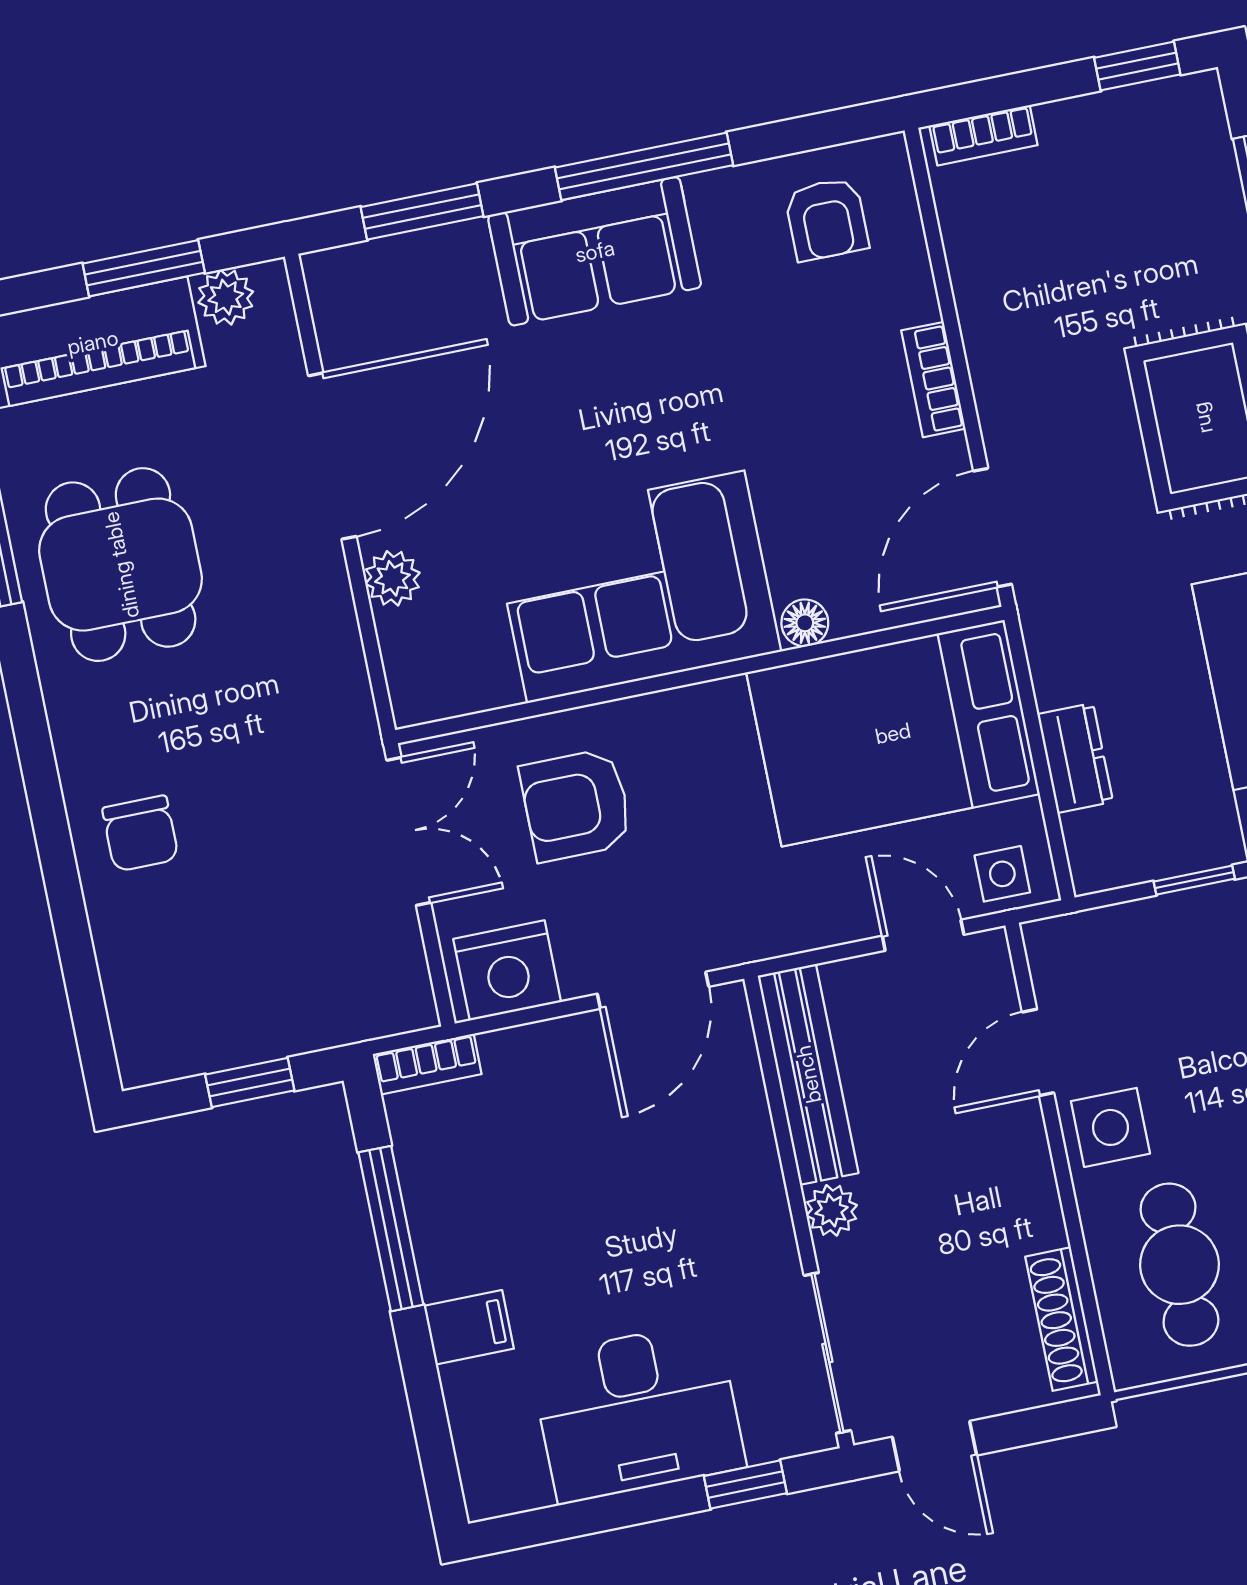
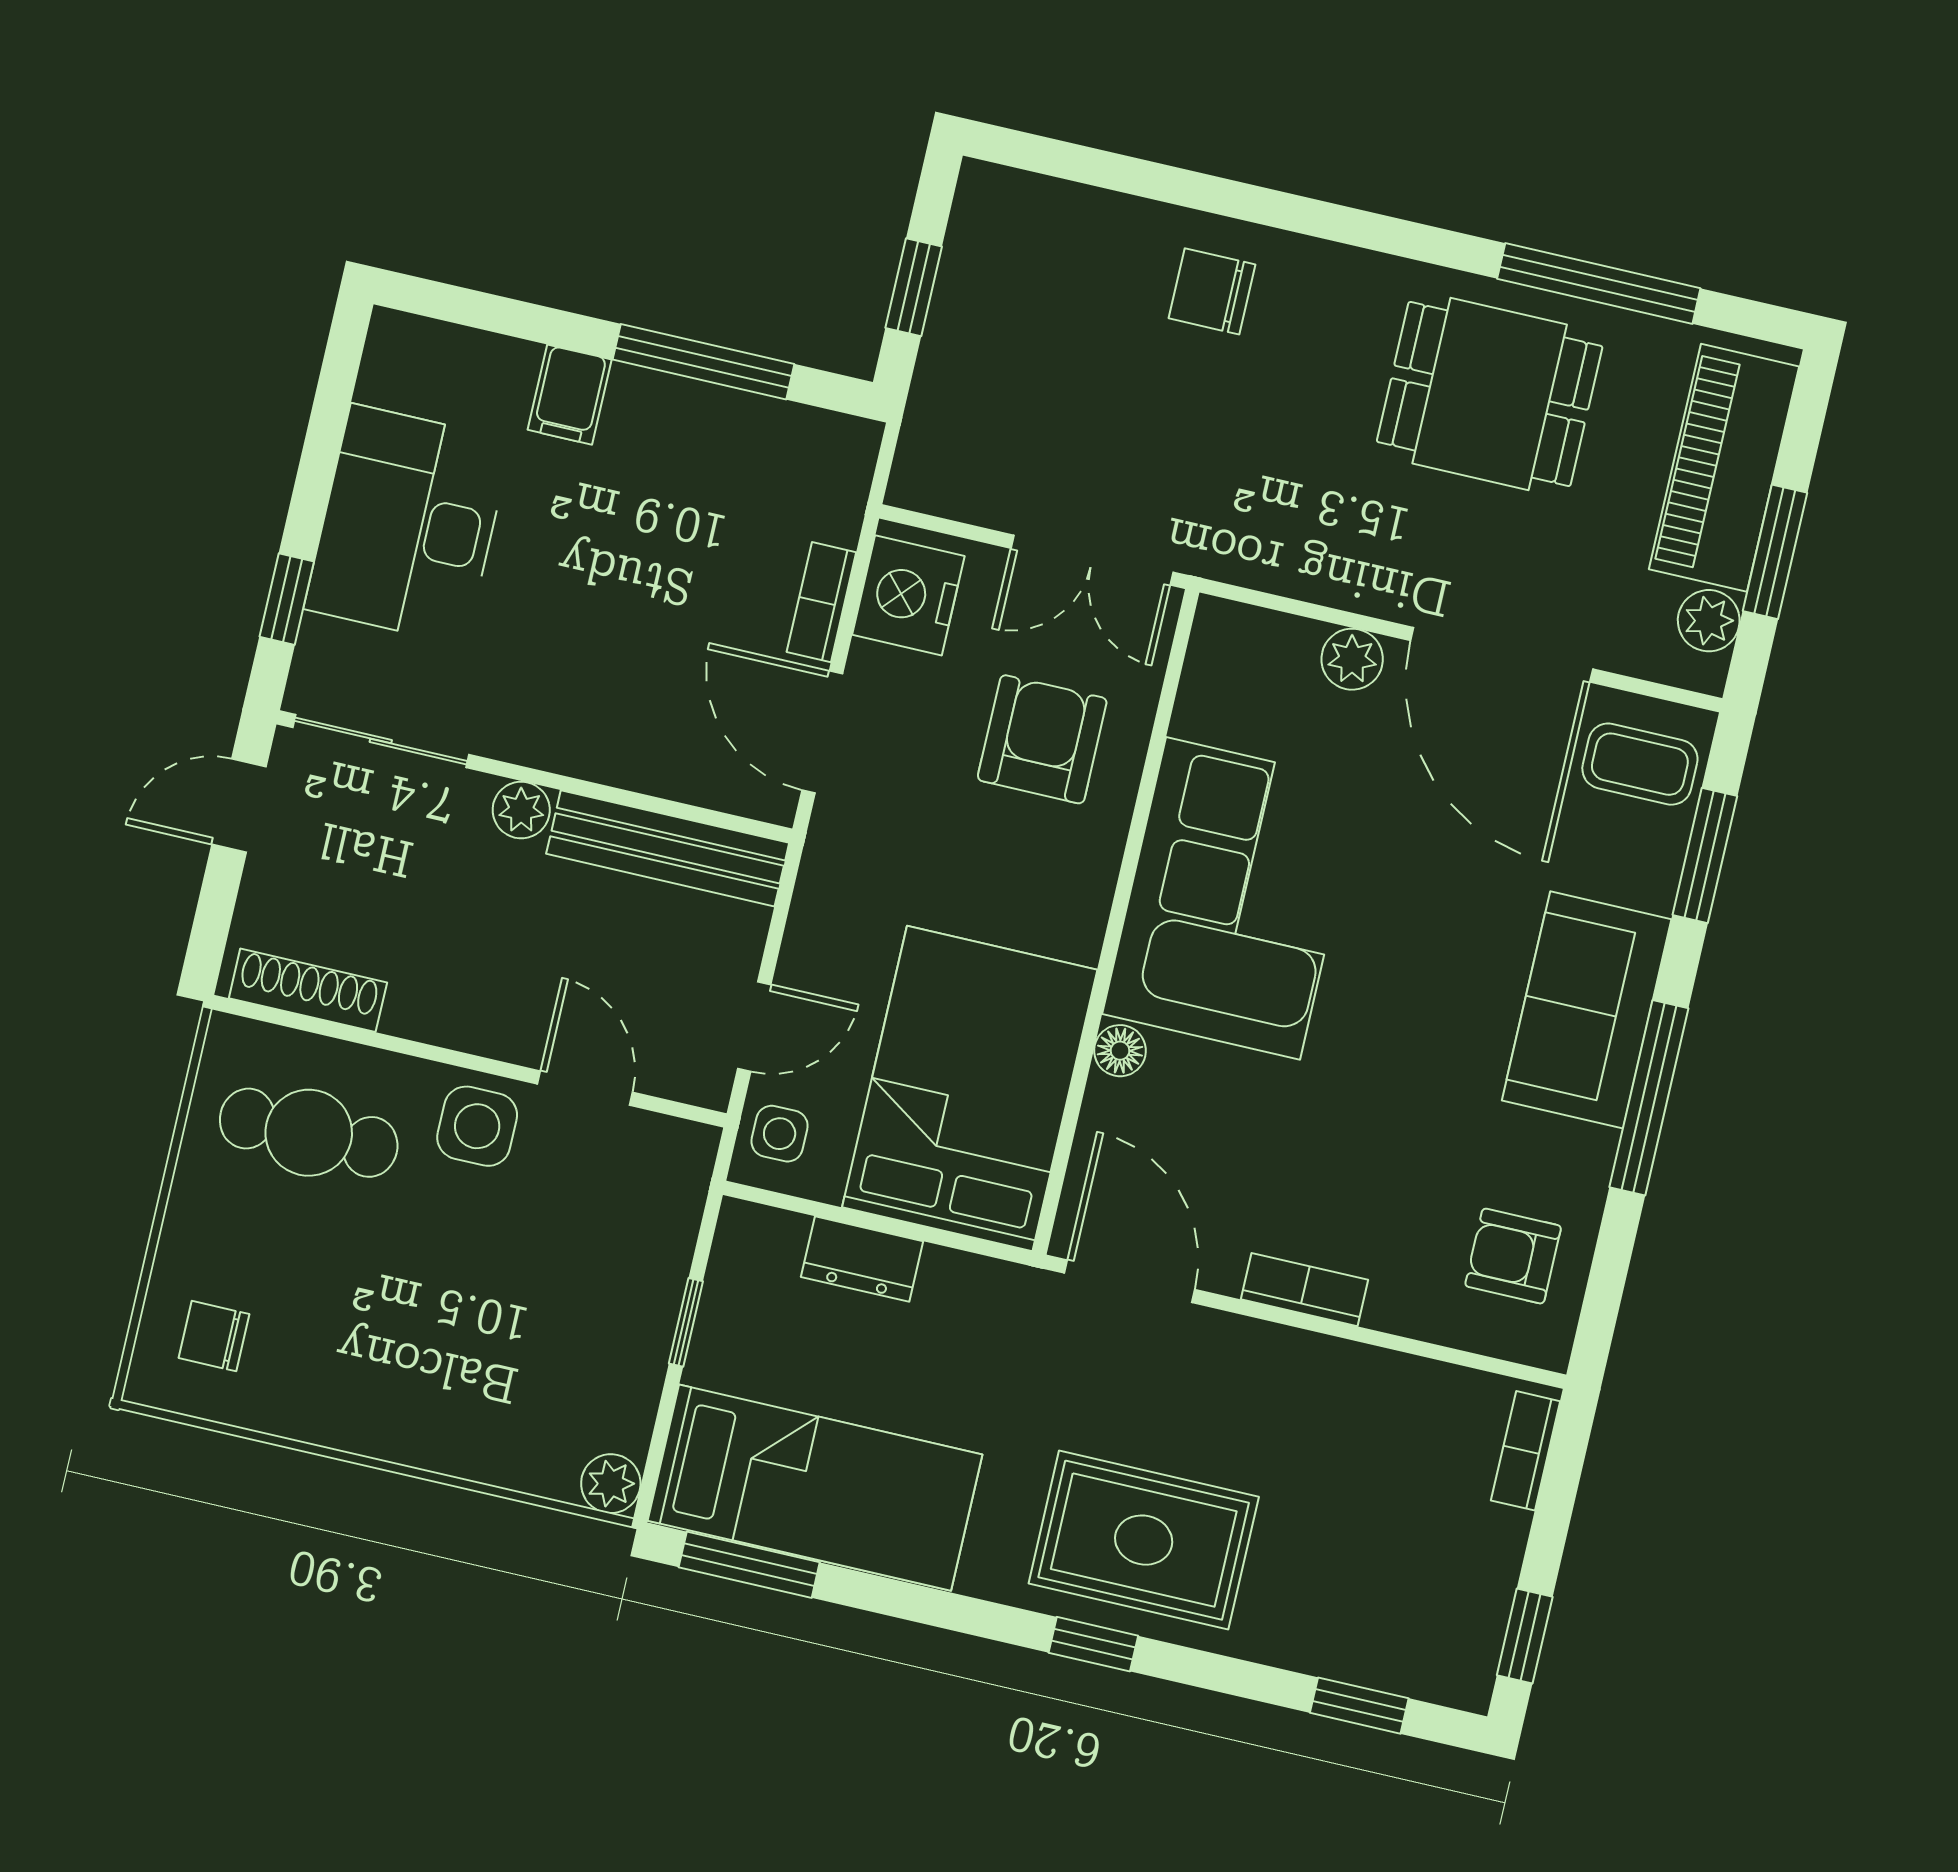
coffee table: (371, 300) -> (1640, 764), added
bookcase: (427, 1064) -> (821, 602), moved

